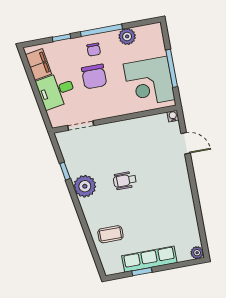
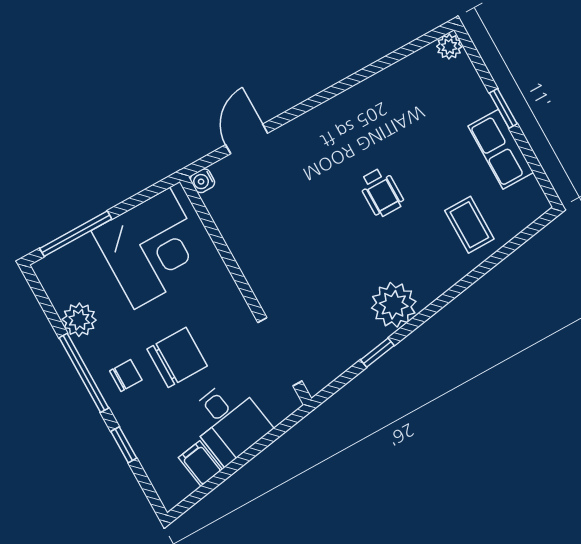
filing cabinet: (38, 64) -> (200, 464), width x0.50
window: (172, 68) -> (76, 234), moved
doorway: (81, 126) -> (280, 352), width x1.38
wheelchair: (125, 180) -> (381, 192), moved
row of seats: (149, 259) -> (501, 149), width x0.68
window: (142, 272) -> (503, 108), moved

